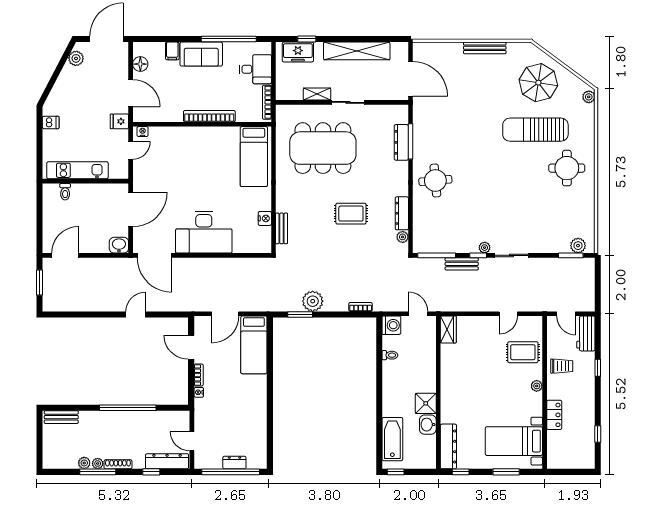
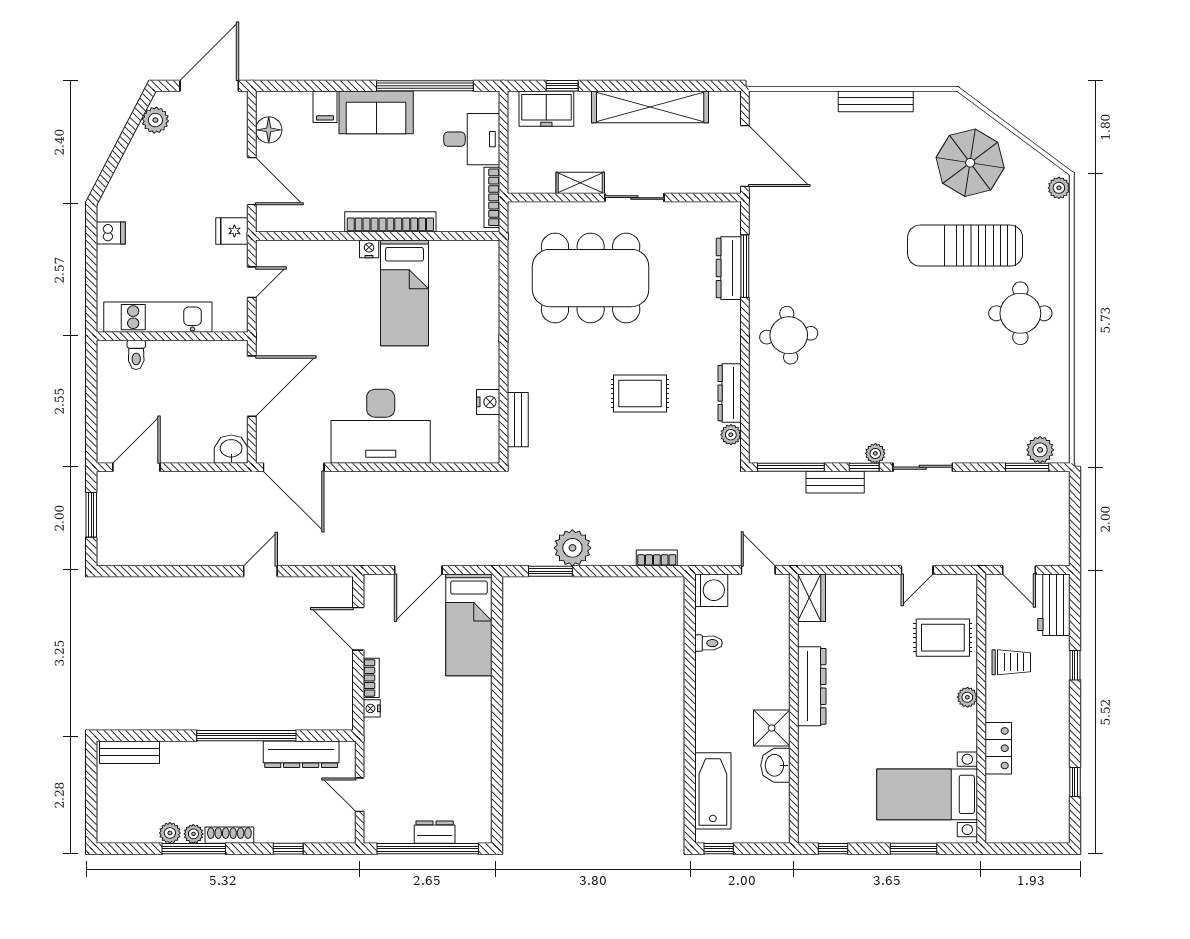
nightstand: (143, 132) -> (369, 249), moved
bed: (254, 157) -> (404, 293), moved
dresser: (448, 446) -> (812, 686), moved
dresser: (167, 461) -> (301, 754), moved, turned 180

